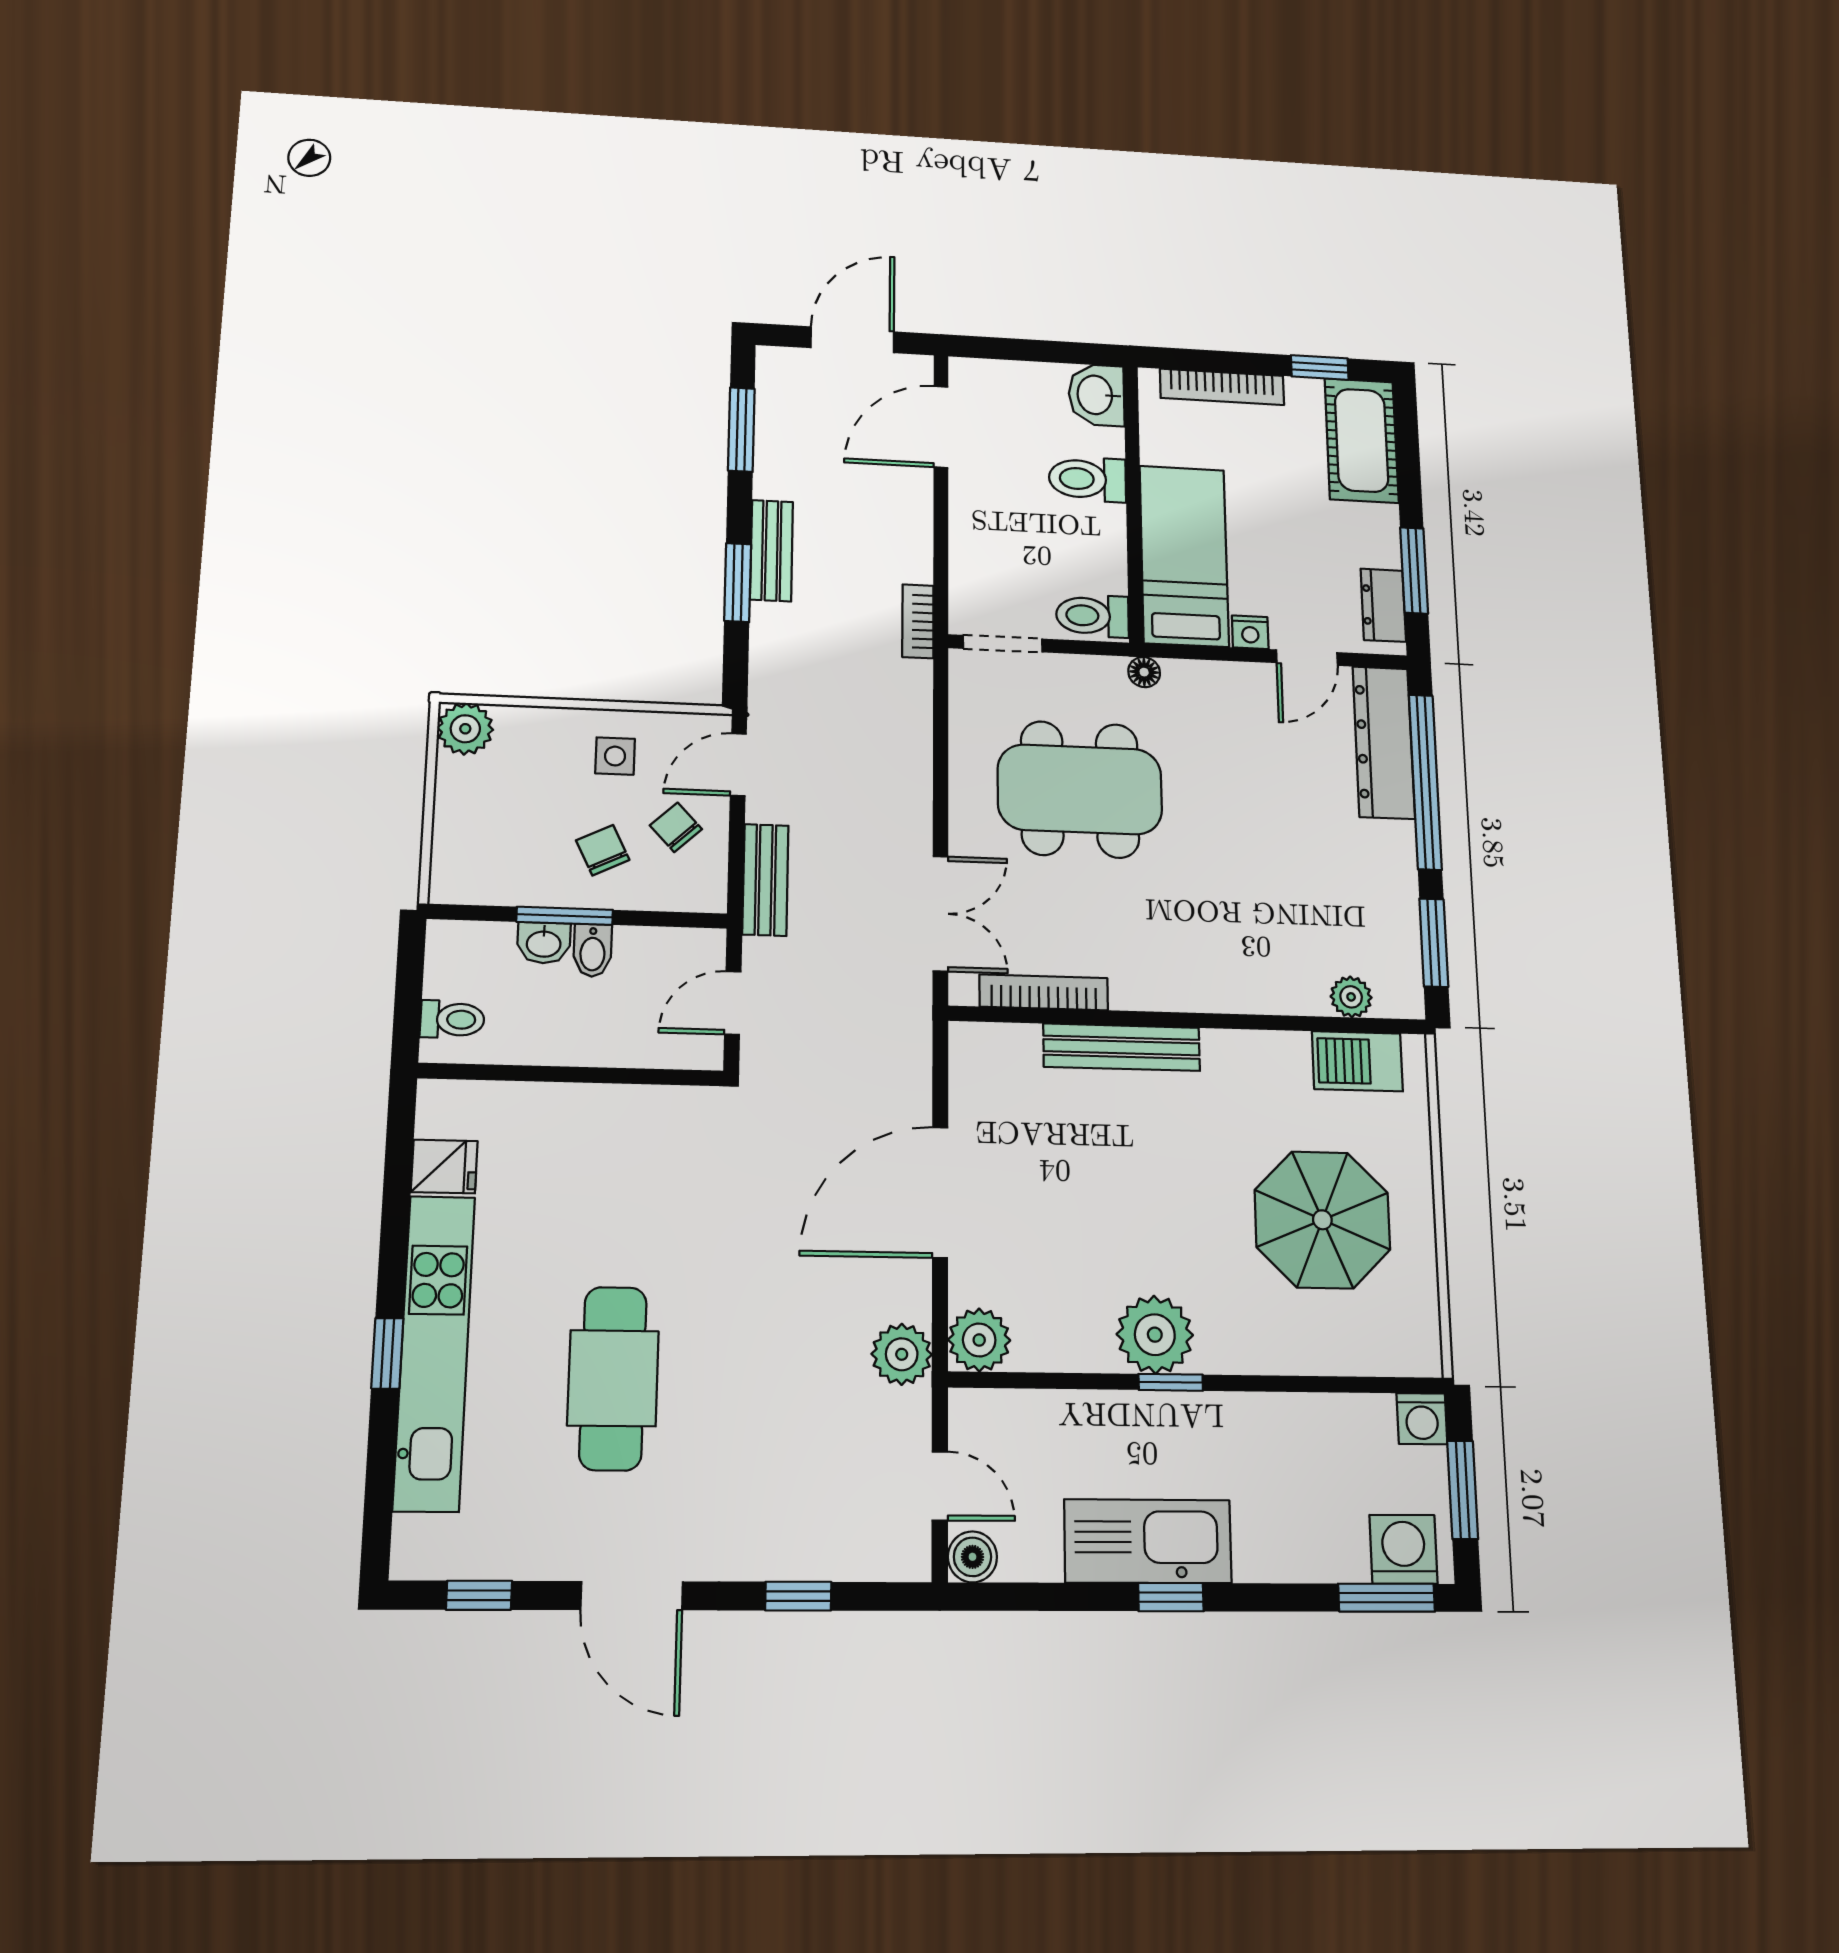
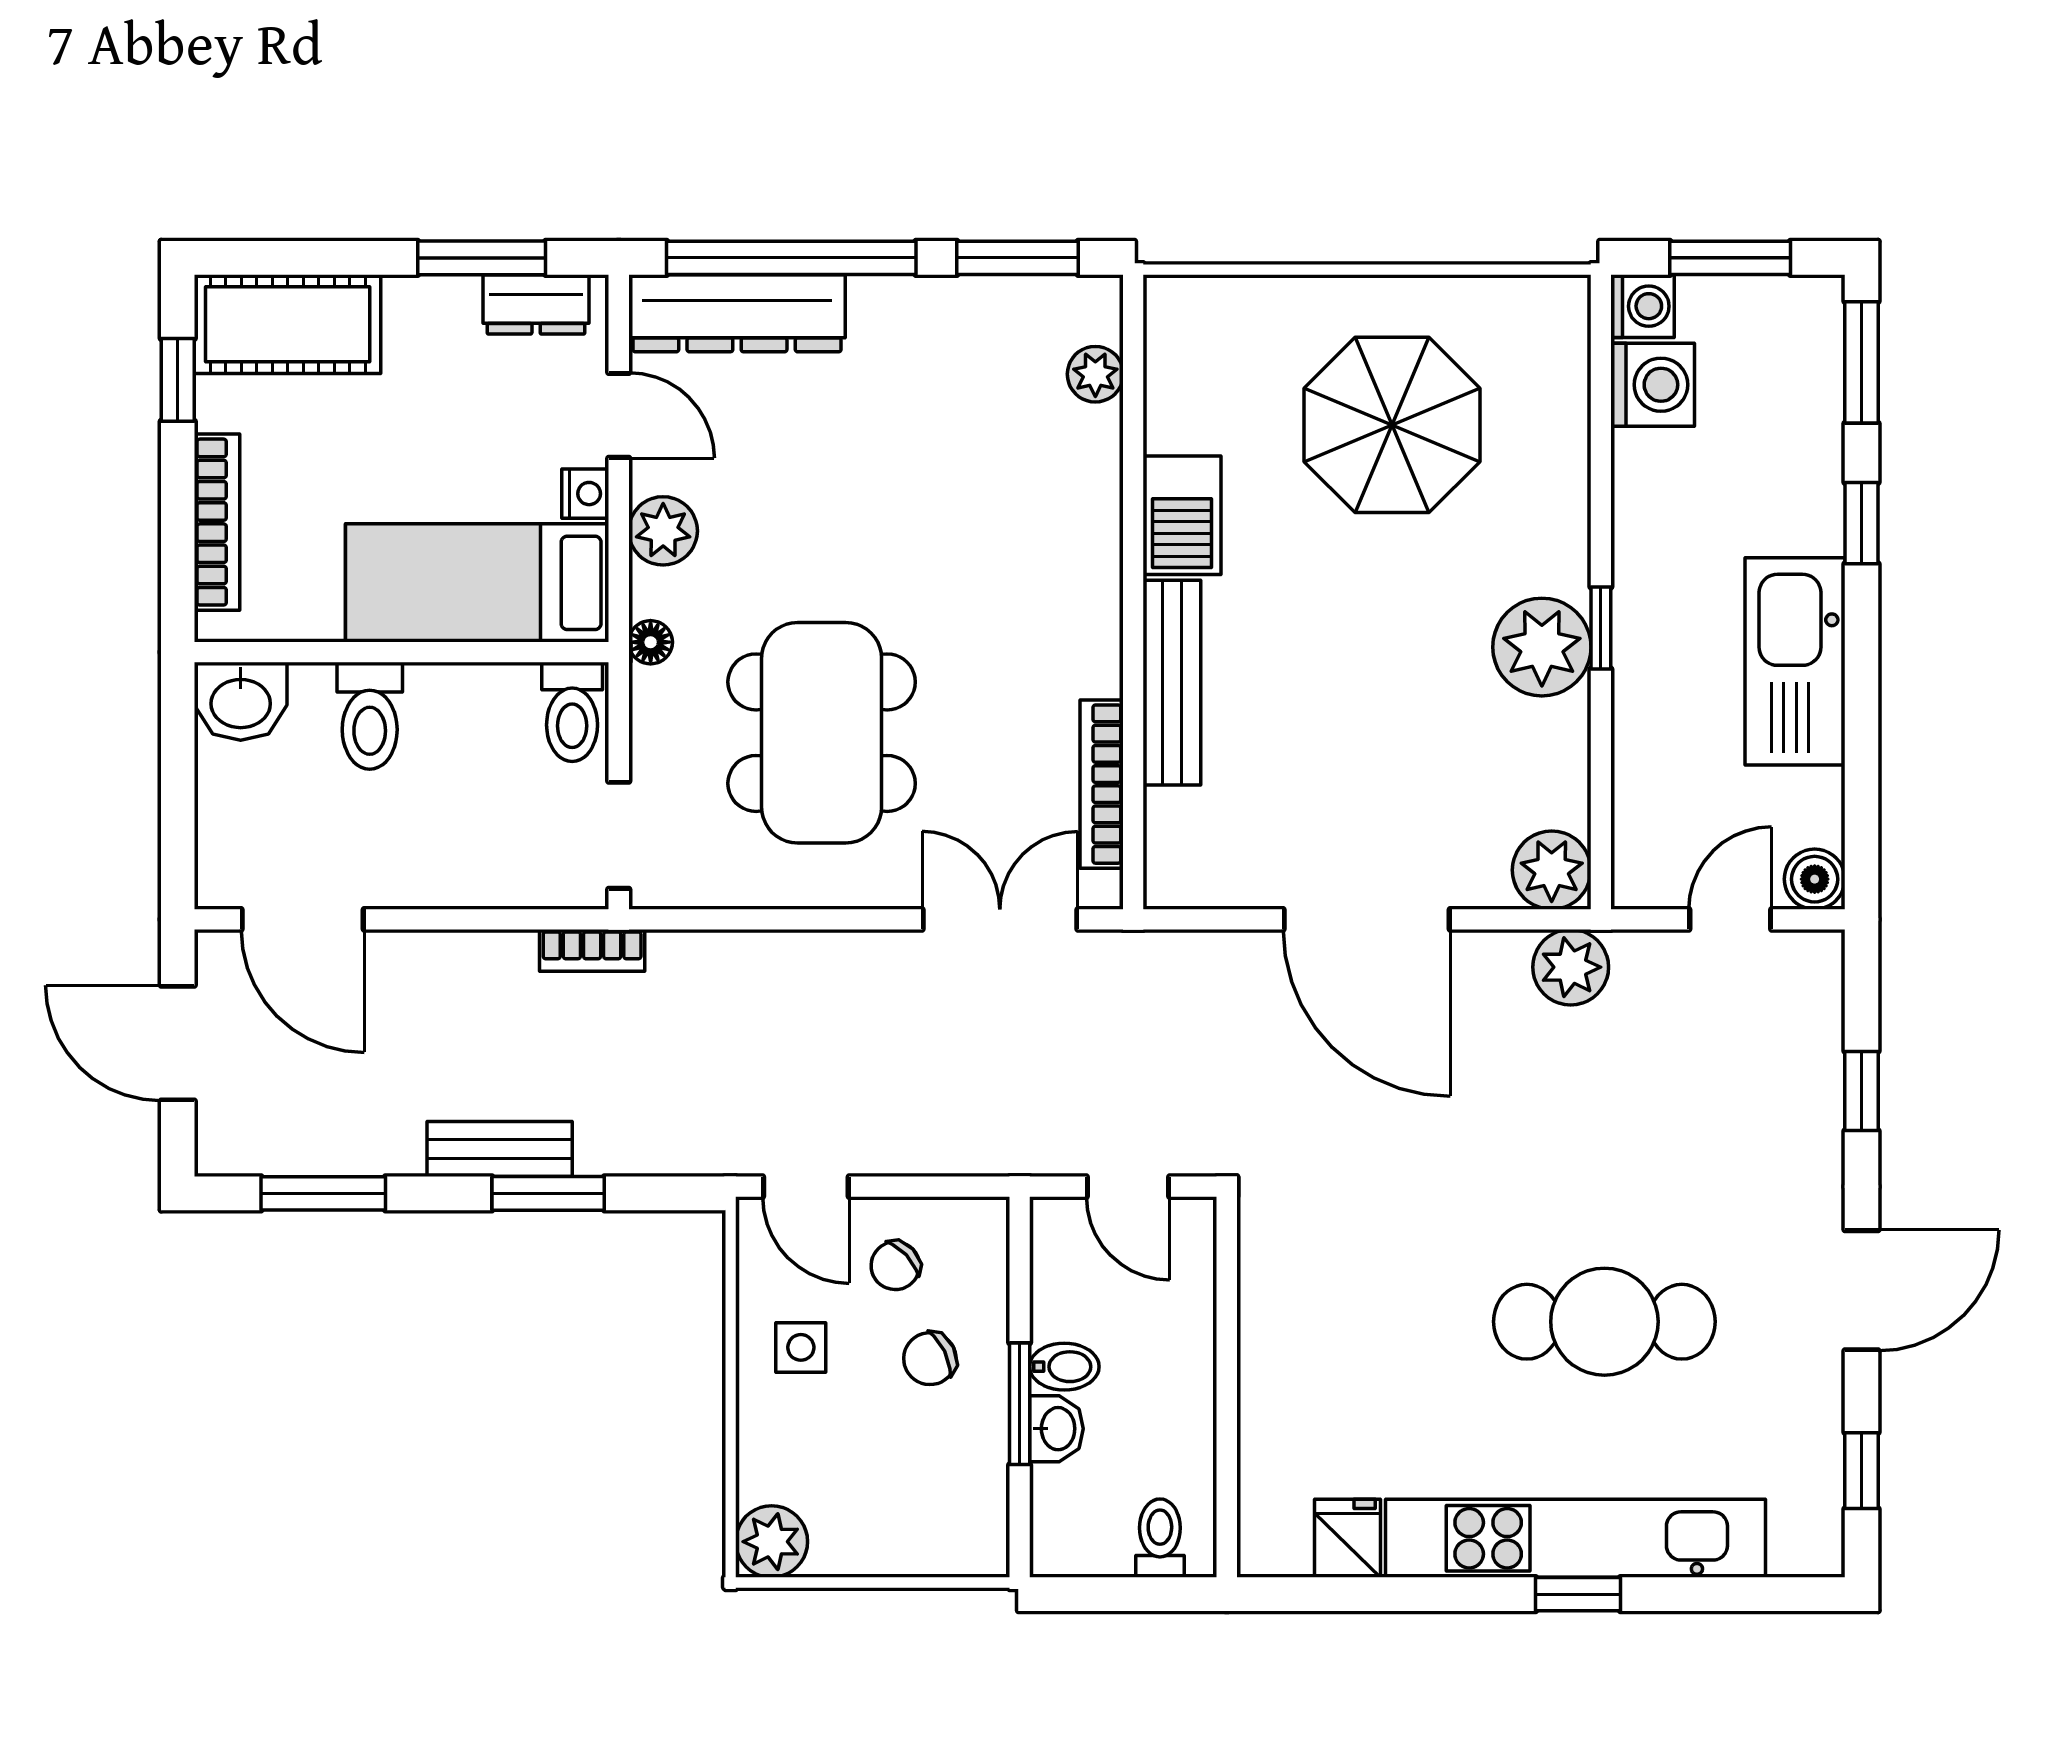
plant: (1225, 684) -> (663, 531), added
bench: (765, 880) -> (962, 1148), removed
barbecue: (1357, 1061) -> (1182, 515), moved
washing machine: (1403, 1549) -> (1653, 385), moved, turned 180
window: (1171, 1597) -> (1861, 523), moved

